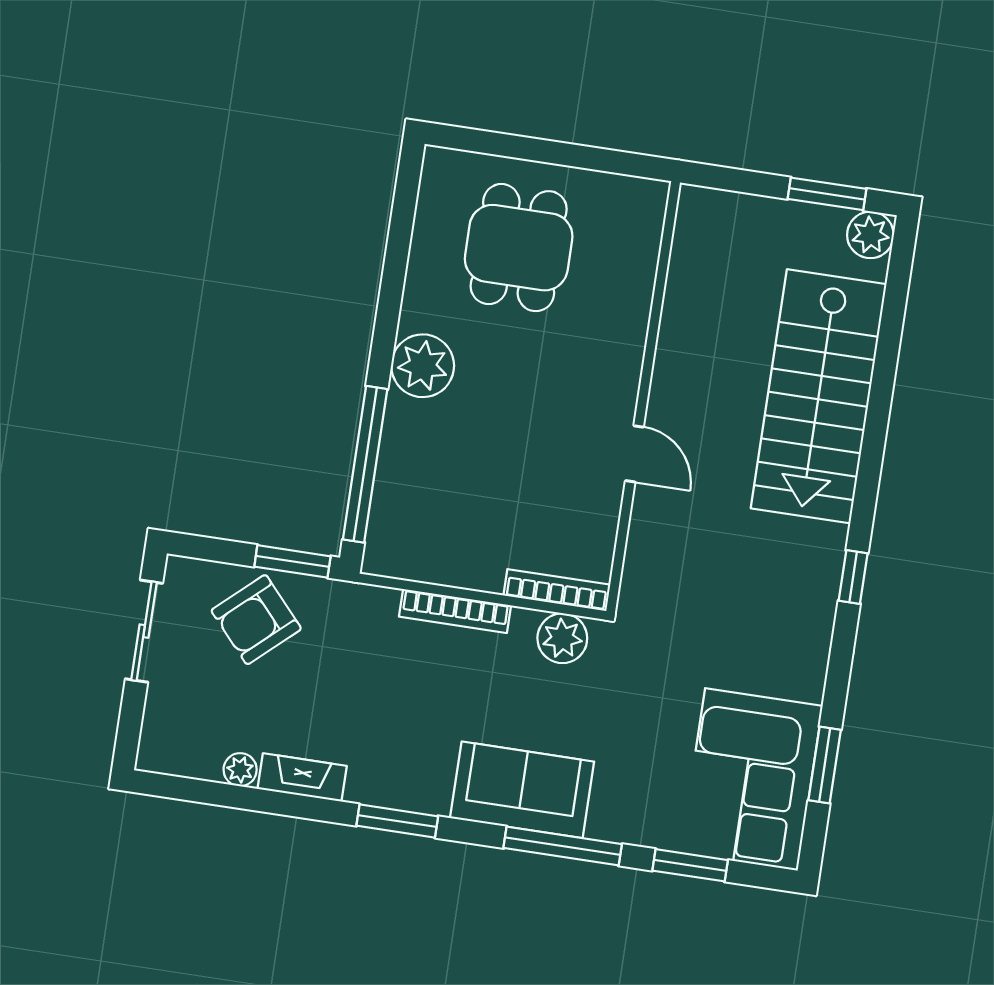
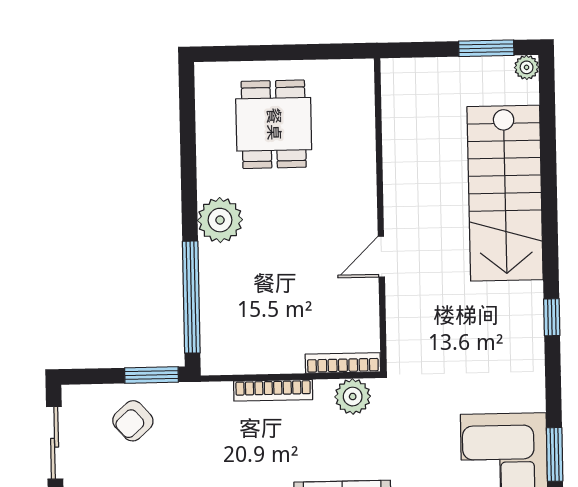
plant: (870, 235) -> (527, 67), width x0.73, depth x0.73
door: (634, 454) -> (381, 257), swing flipped
armchair: (256, 620) -> (133, 421), width x0.72, depth x0.72

